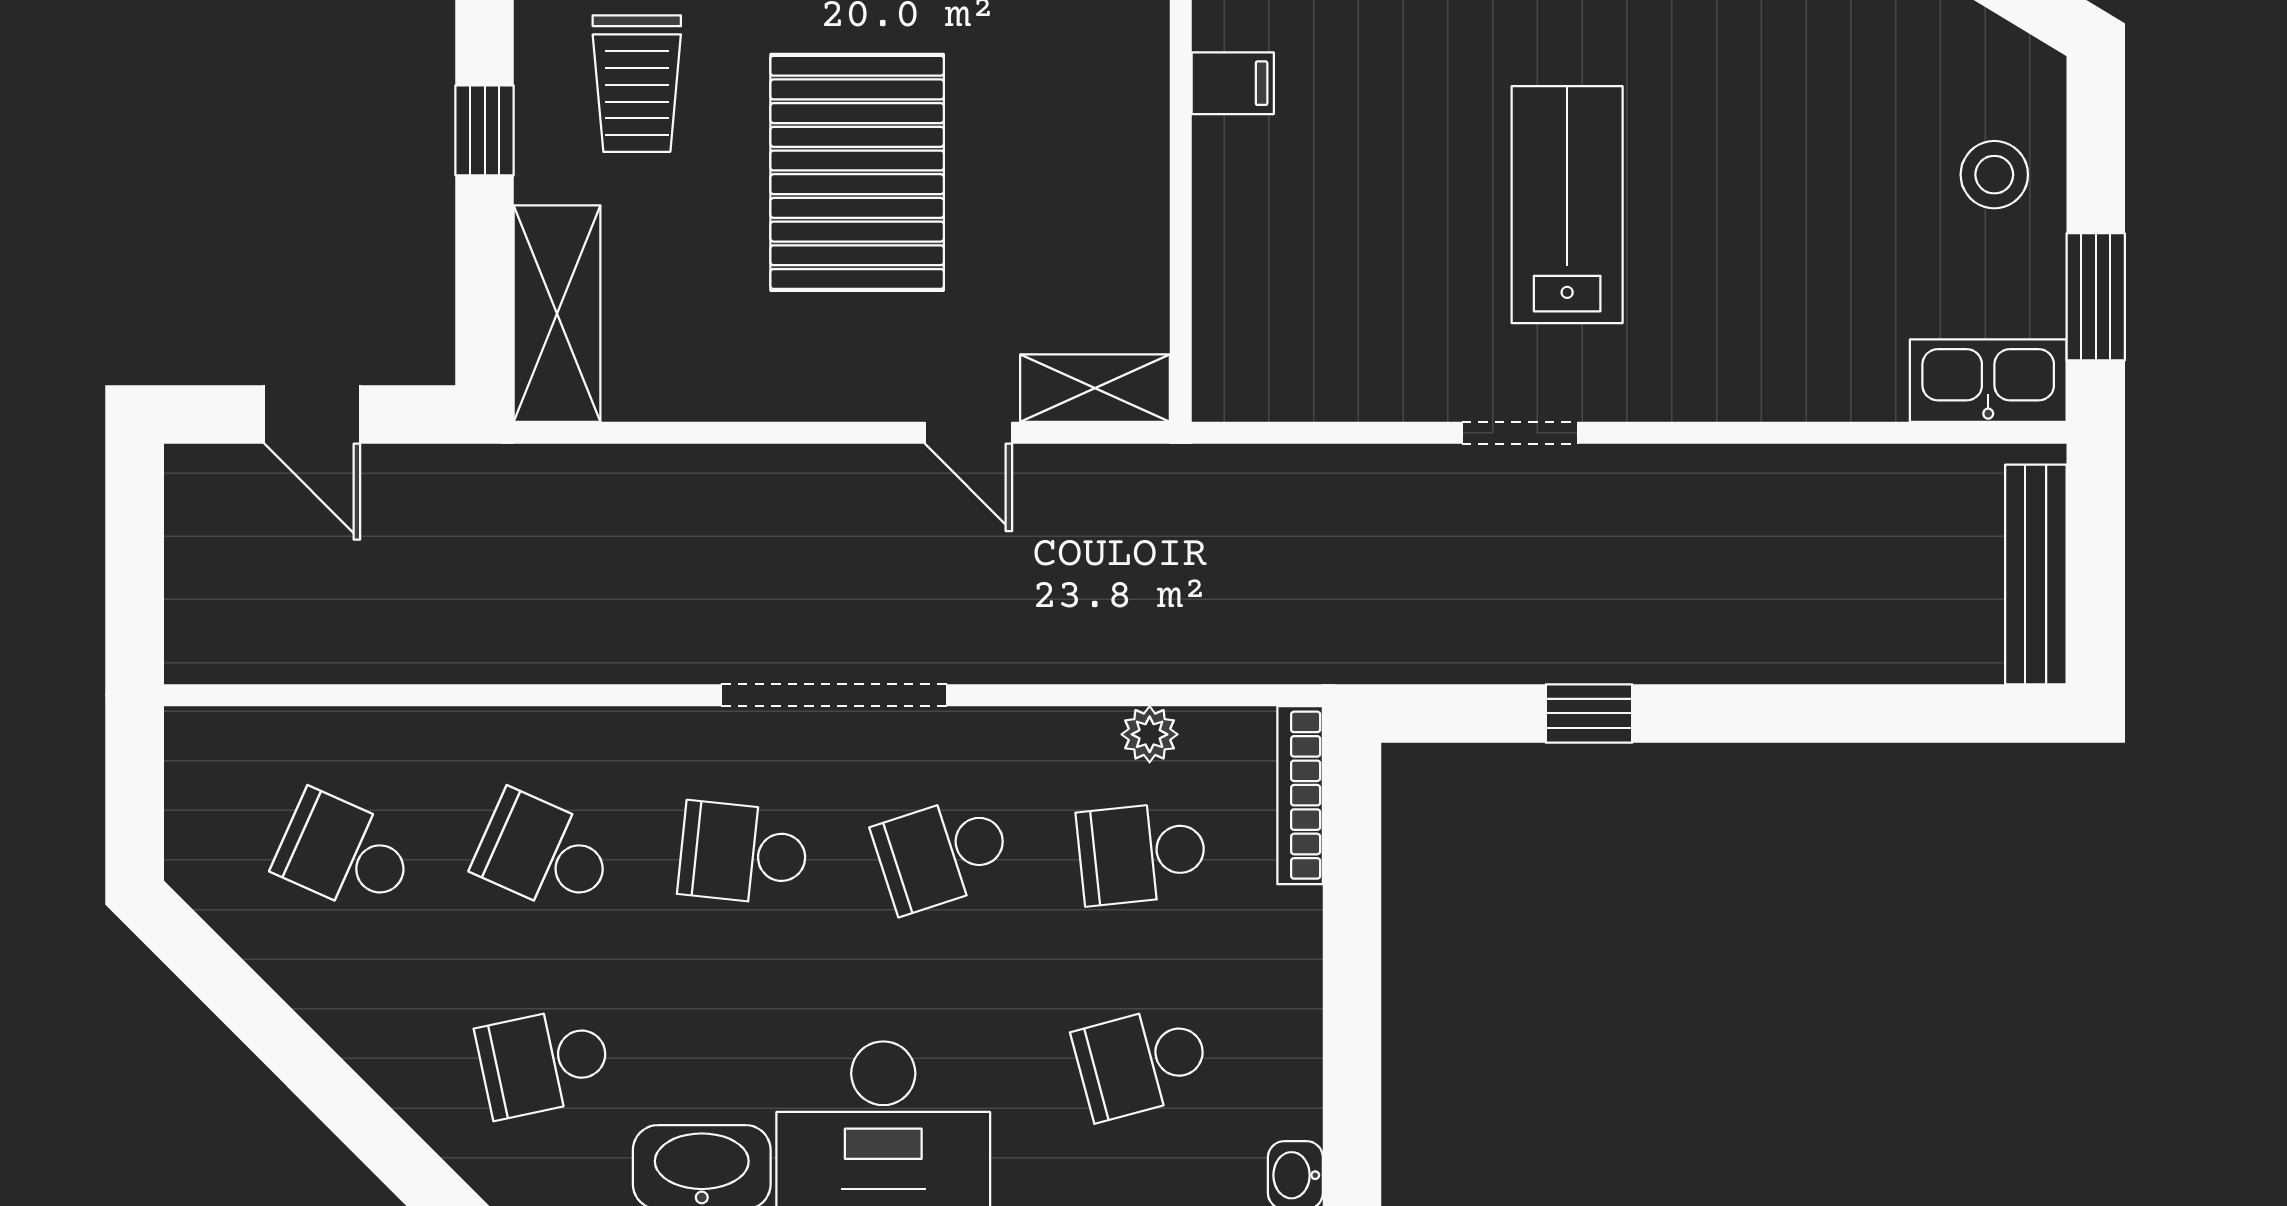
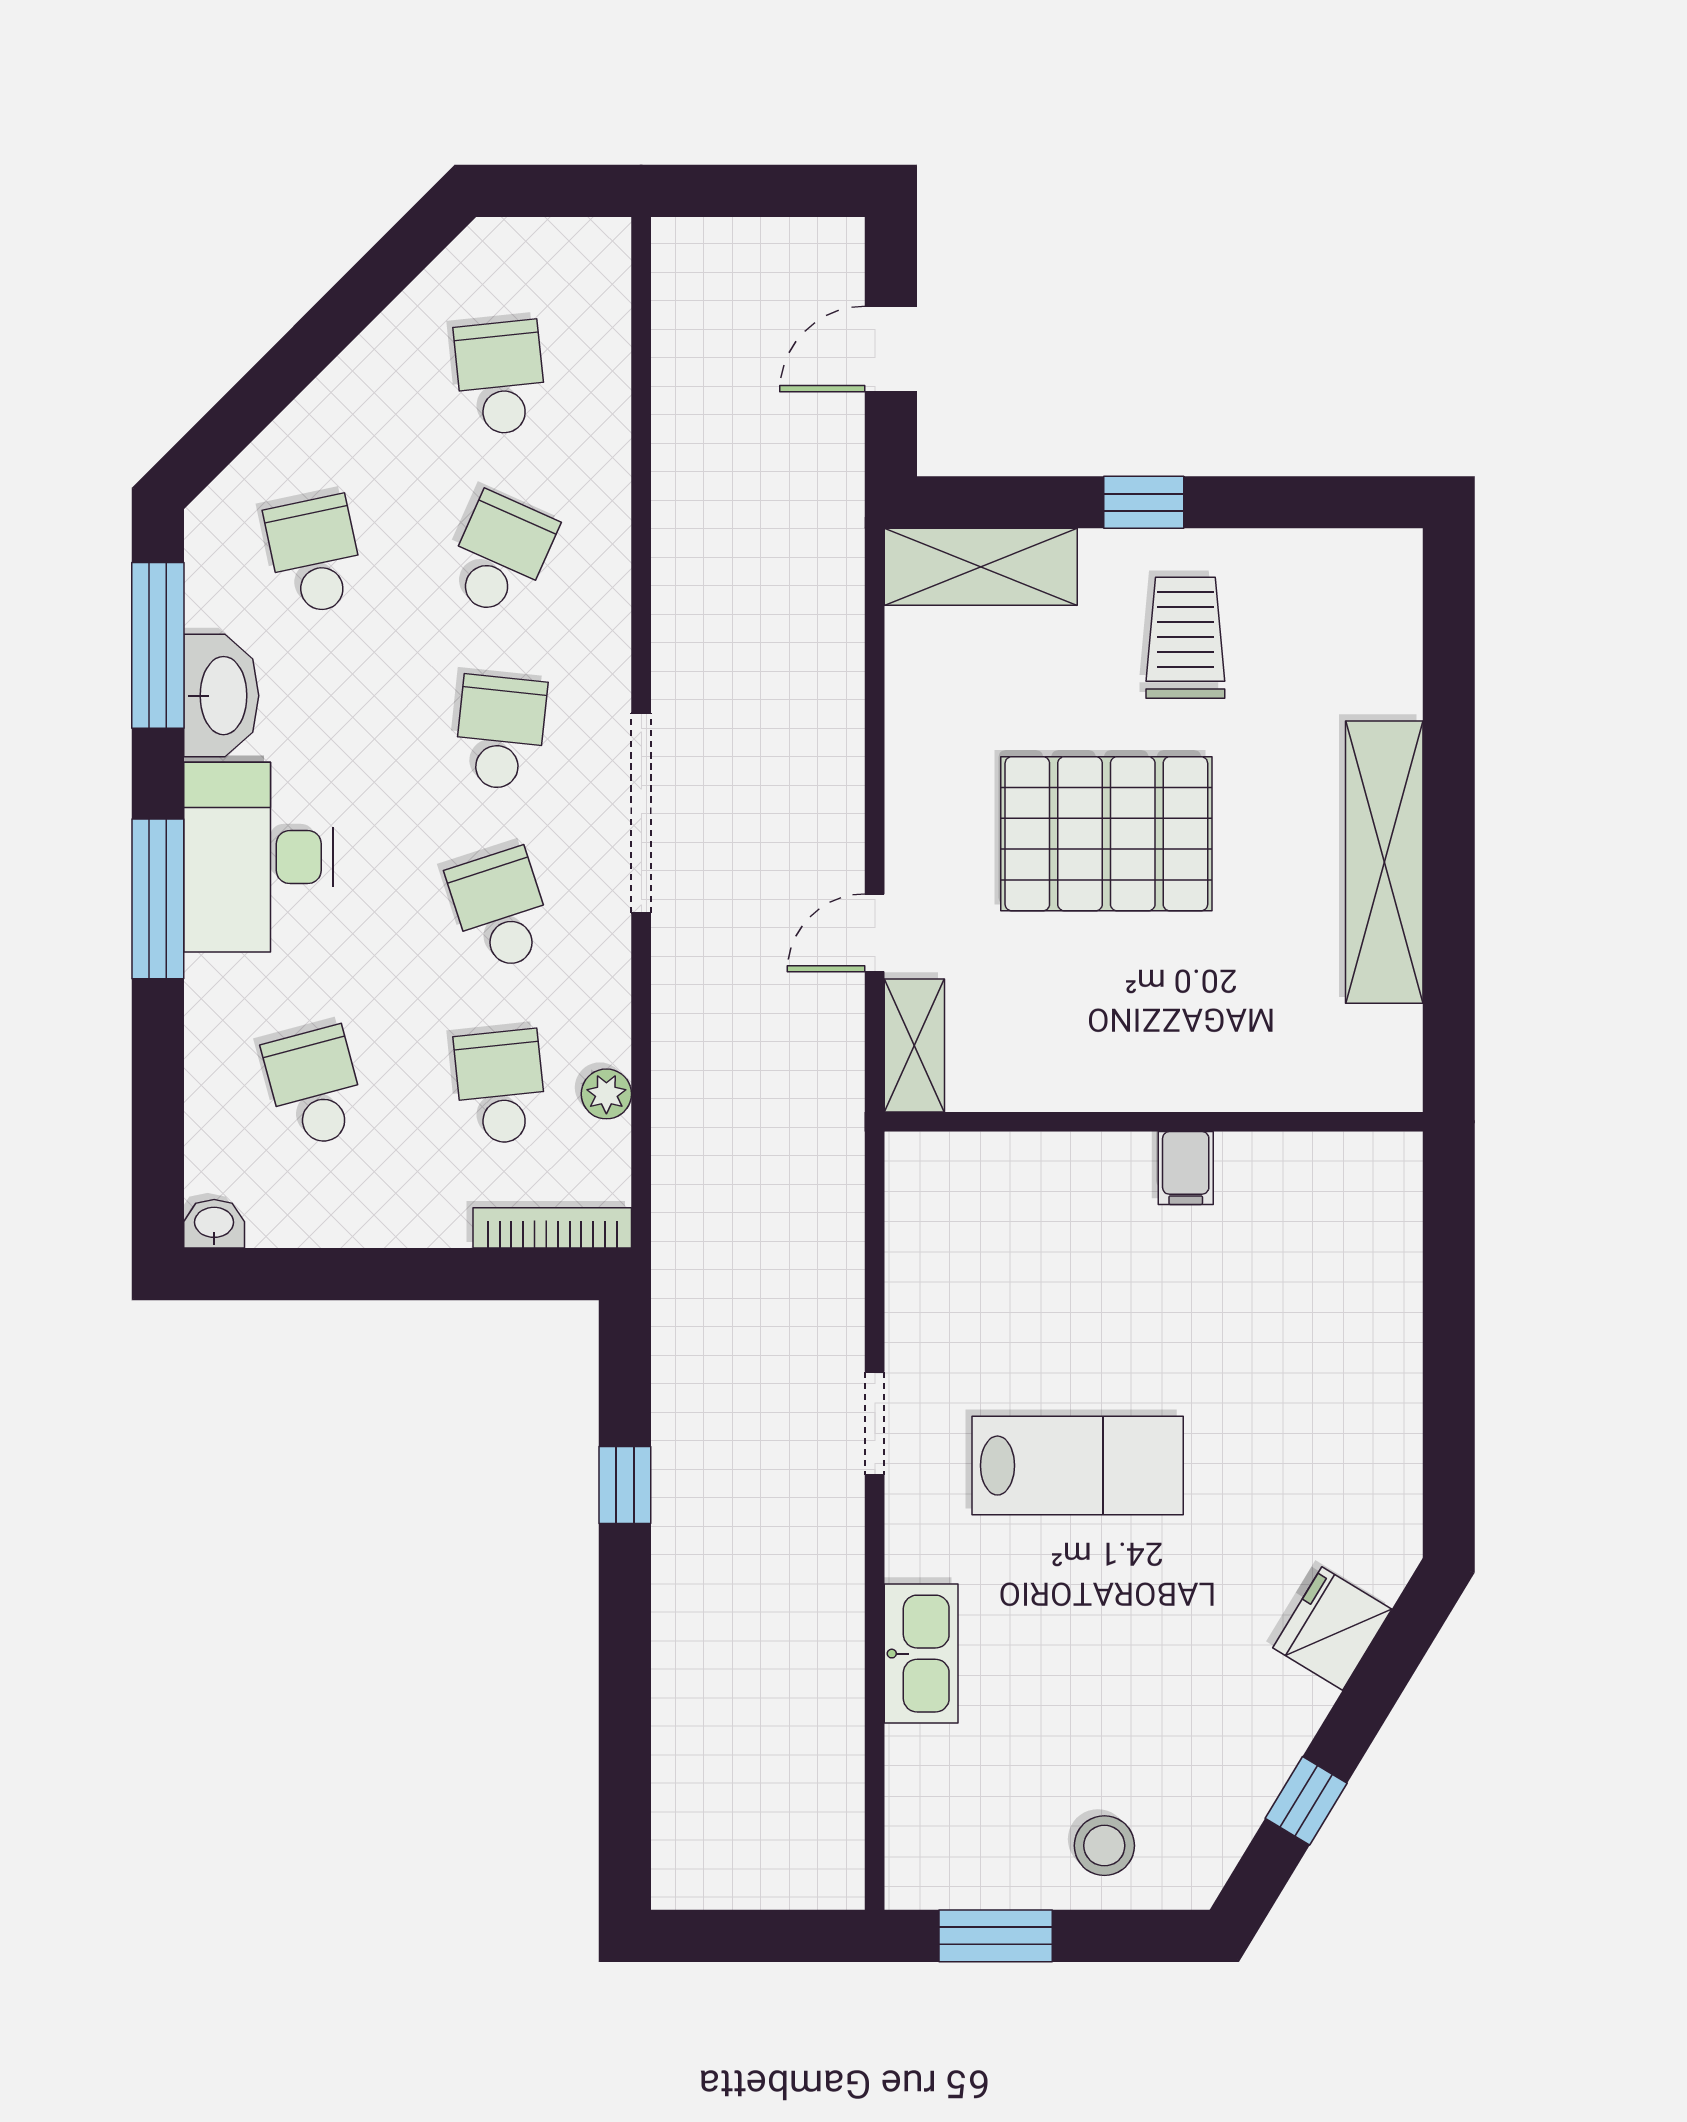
trolley: (637, 84) -> (1185, 638), turned 90
kitchen sink: (1988, 381) -> (921, 1654), moved
bench: (2036, 575) -> (749, 1883), removed
school desk: (345, 853) -> (500, 378), turned -30

